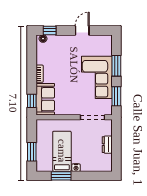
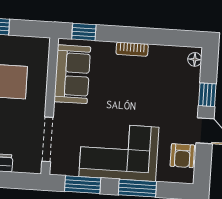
window: (50, 30) -> (207, 95), moved
armchair: (97, 42) -> (182, 156), added
sofa: (45, 99) -> (72, 74), moved, turned -90

